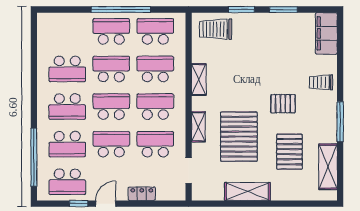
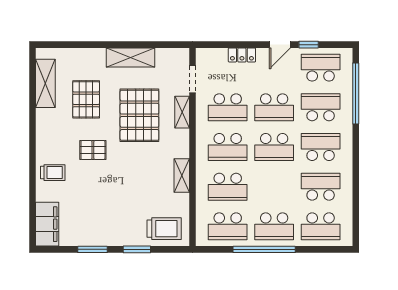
school desk: (111, 69) -> (321, 226), moved
window: (340, 122) -> (33, 131), removed
shelving: (198, 127) -> (182, 112), moved

